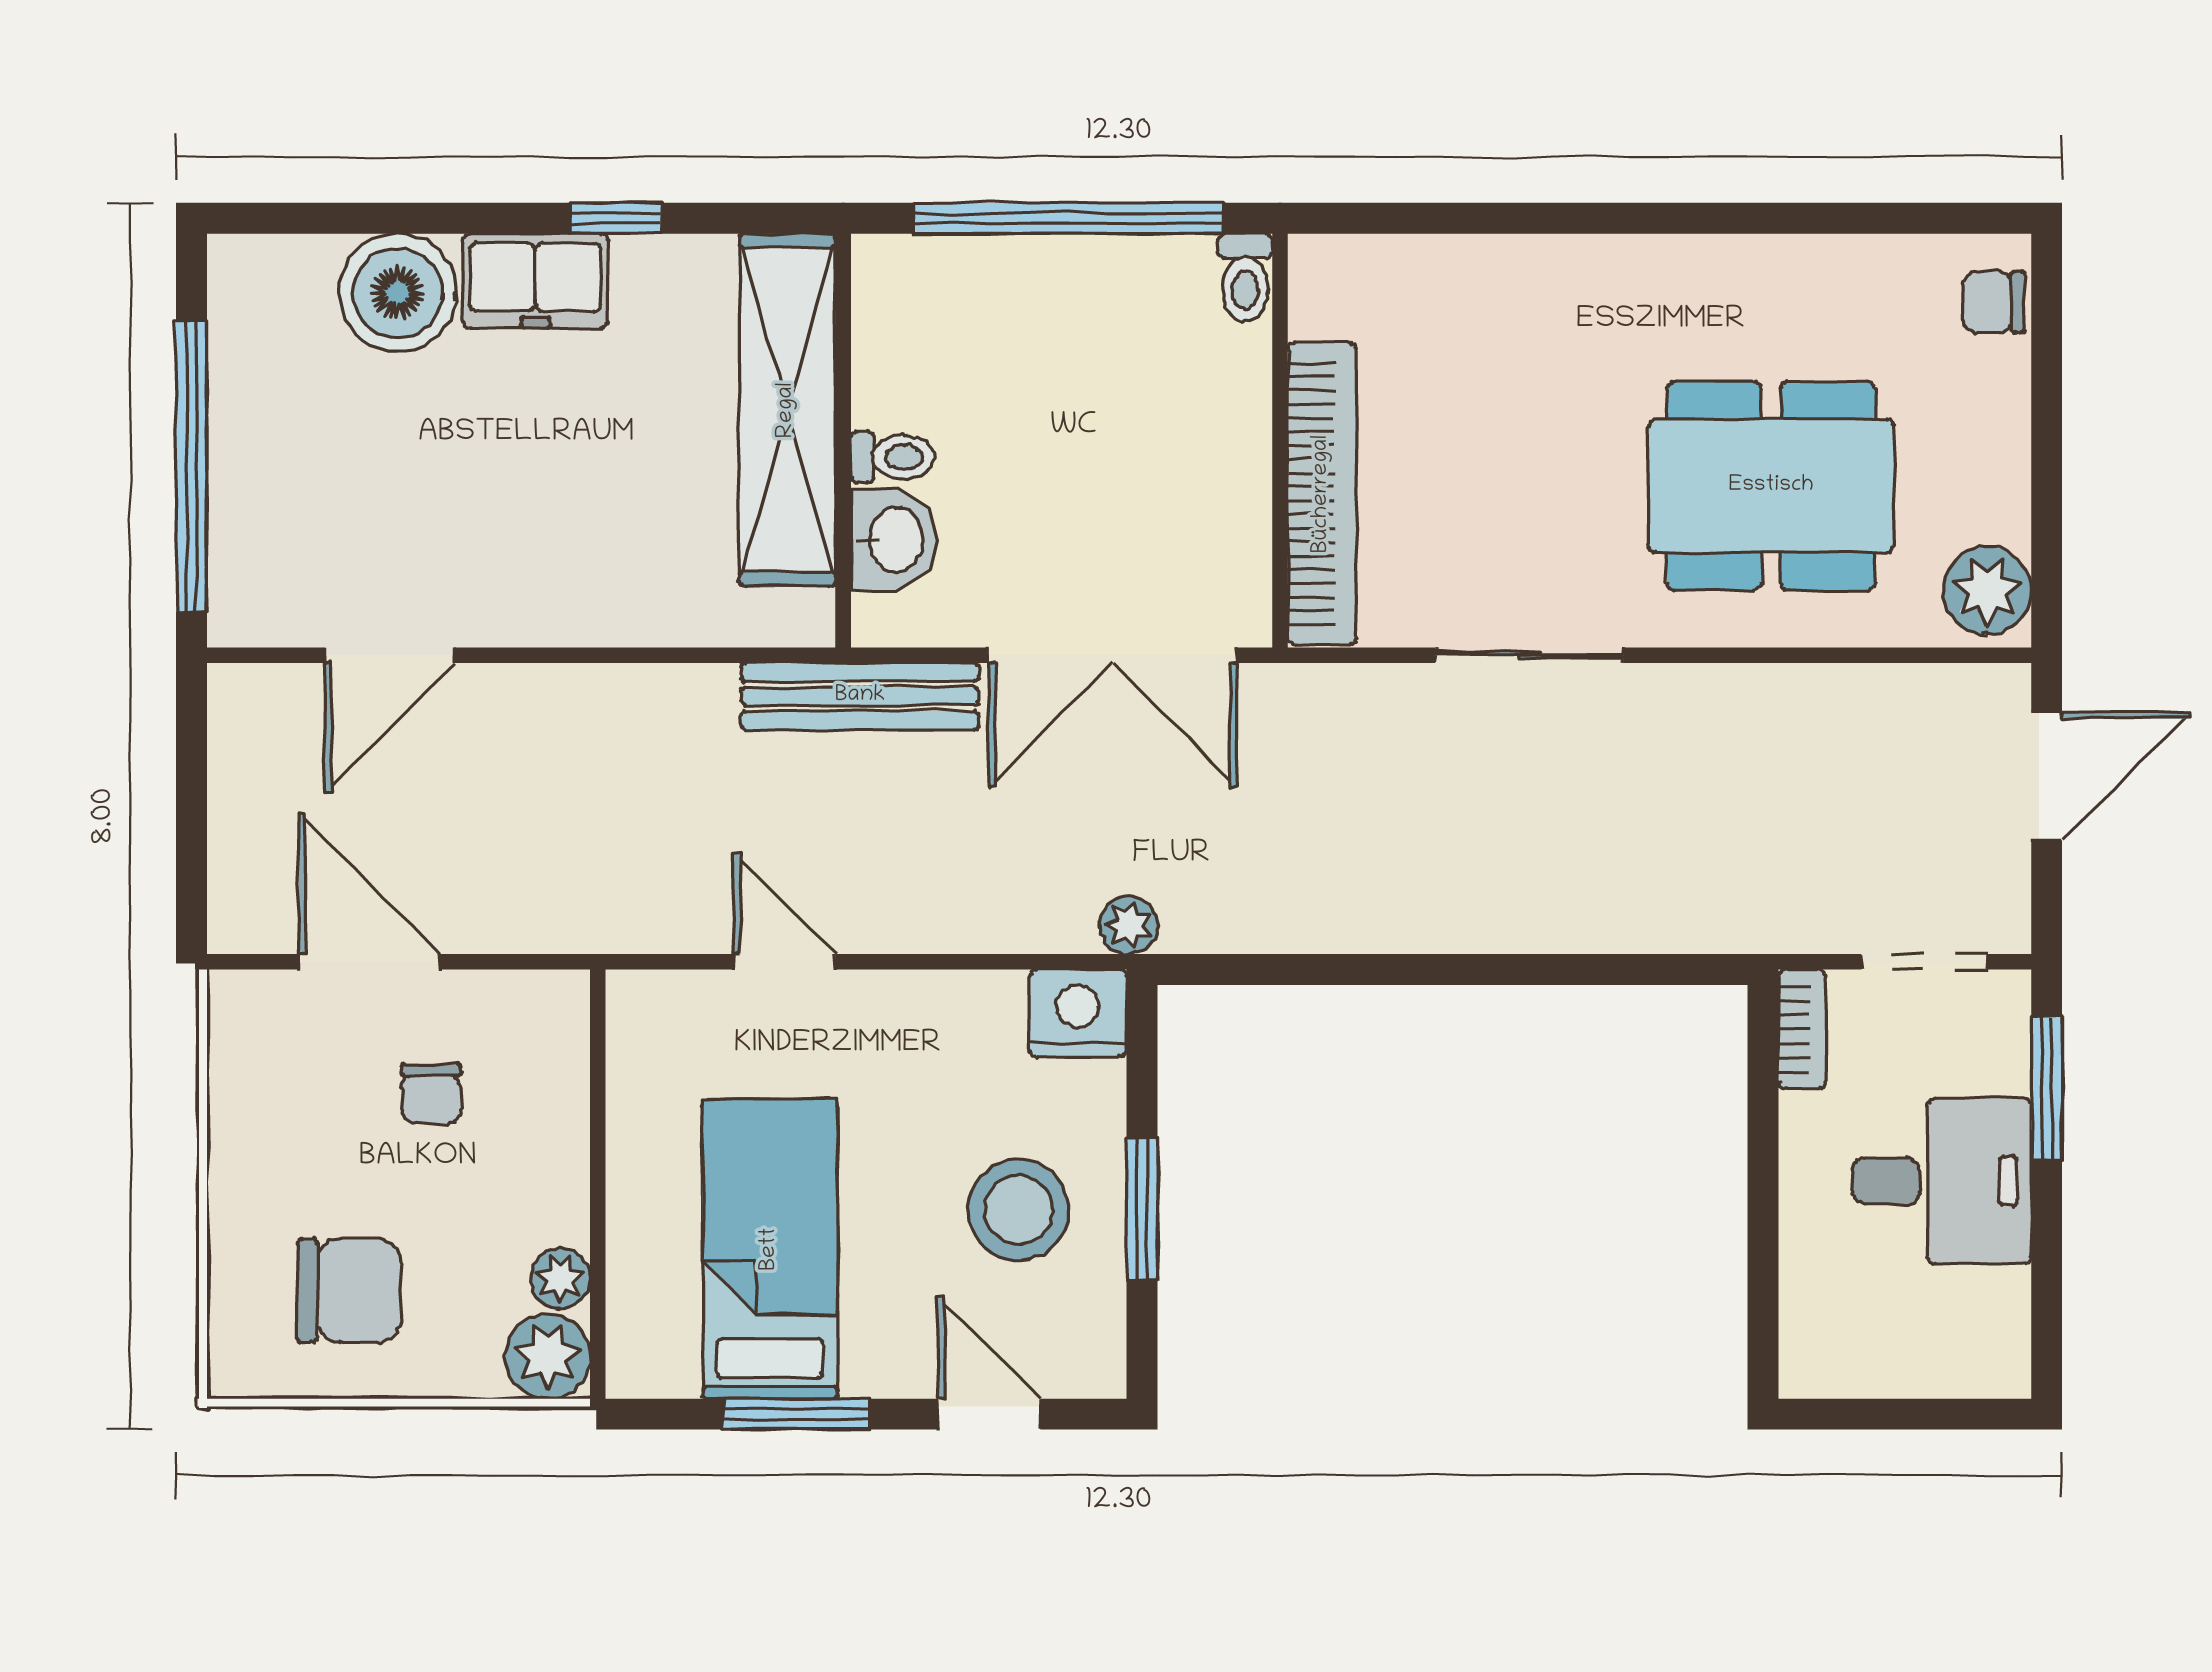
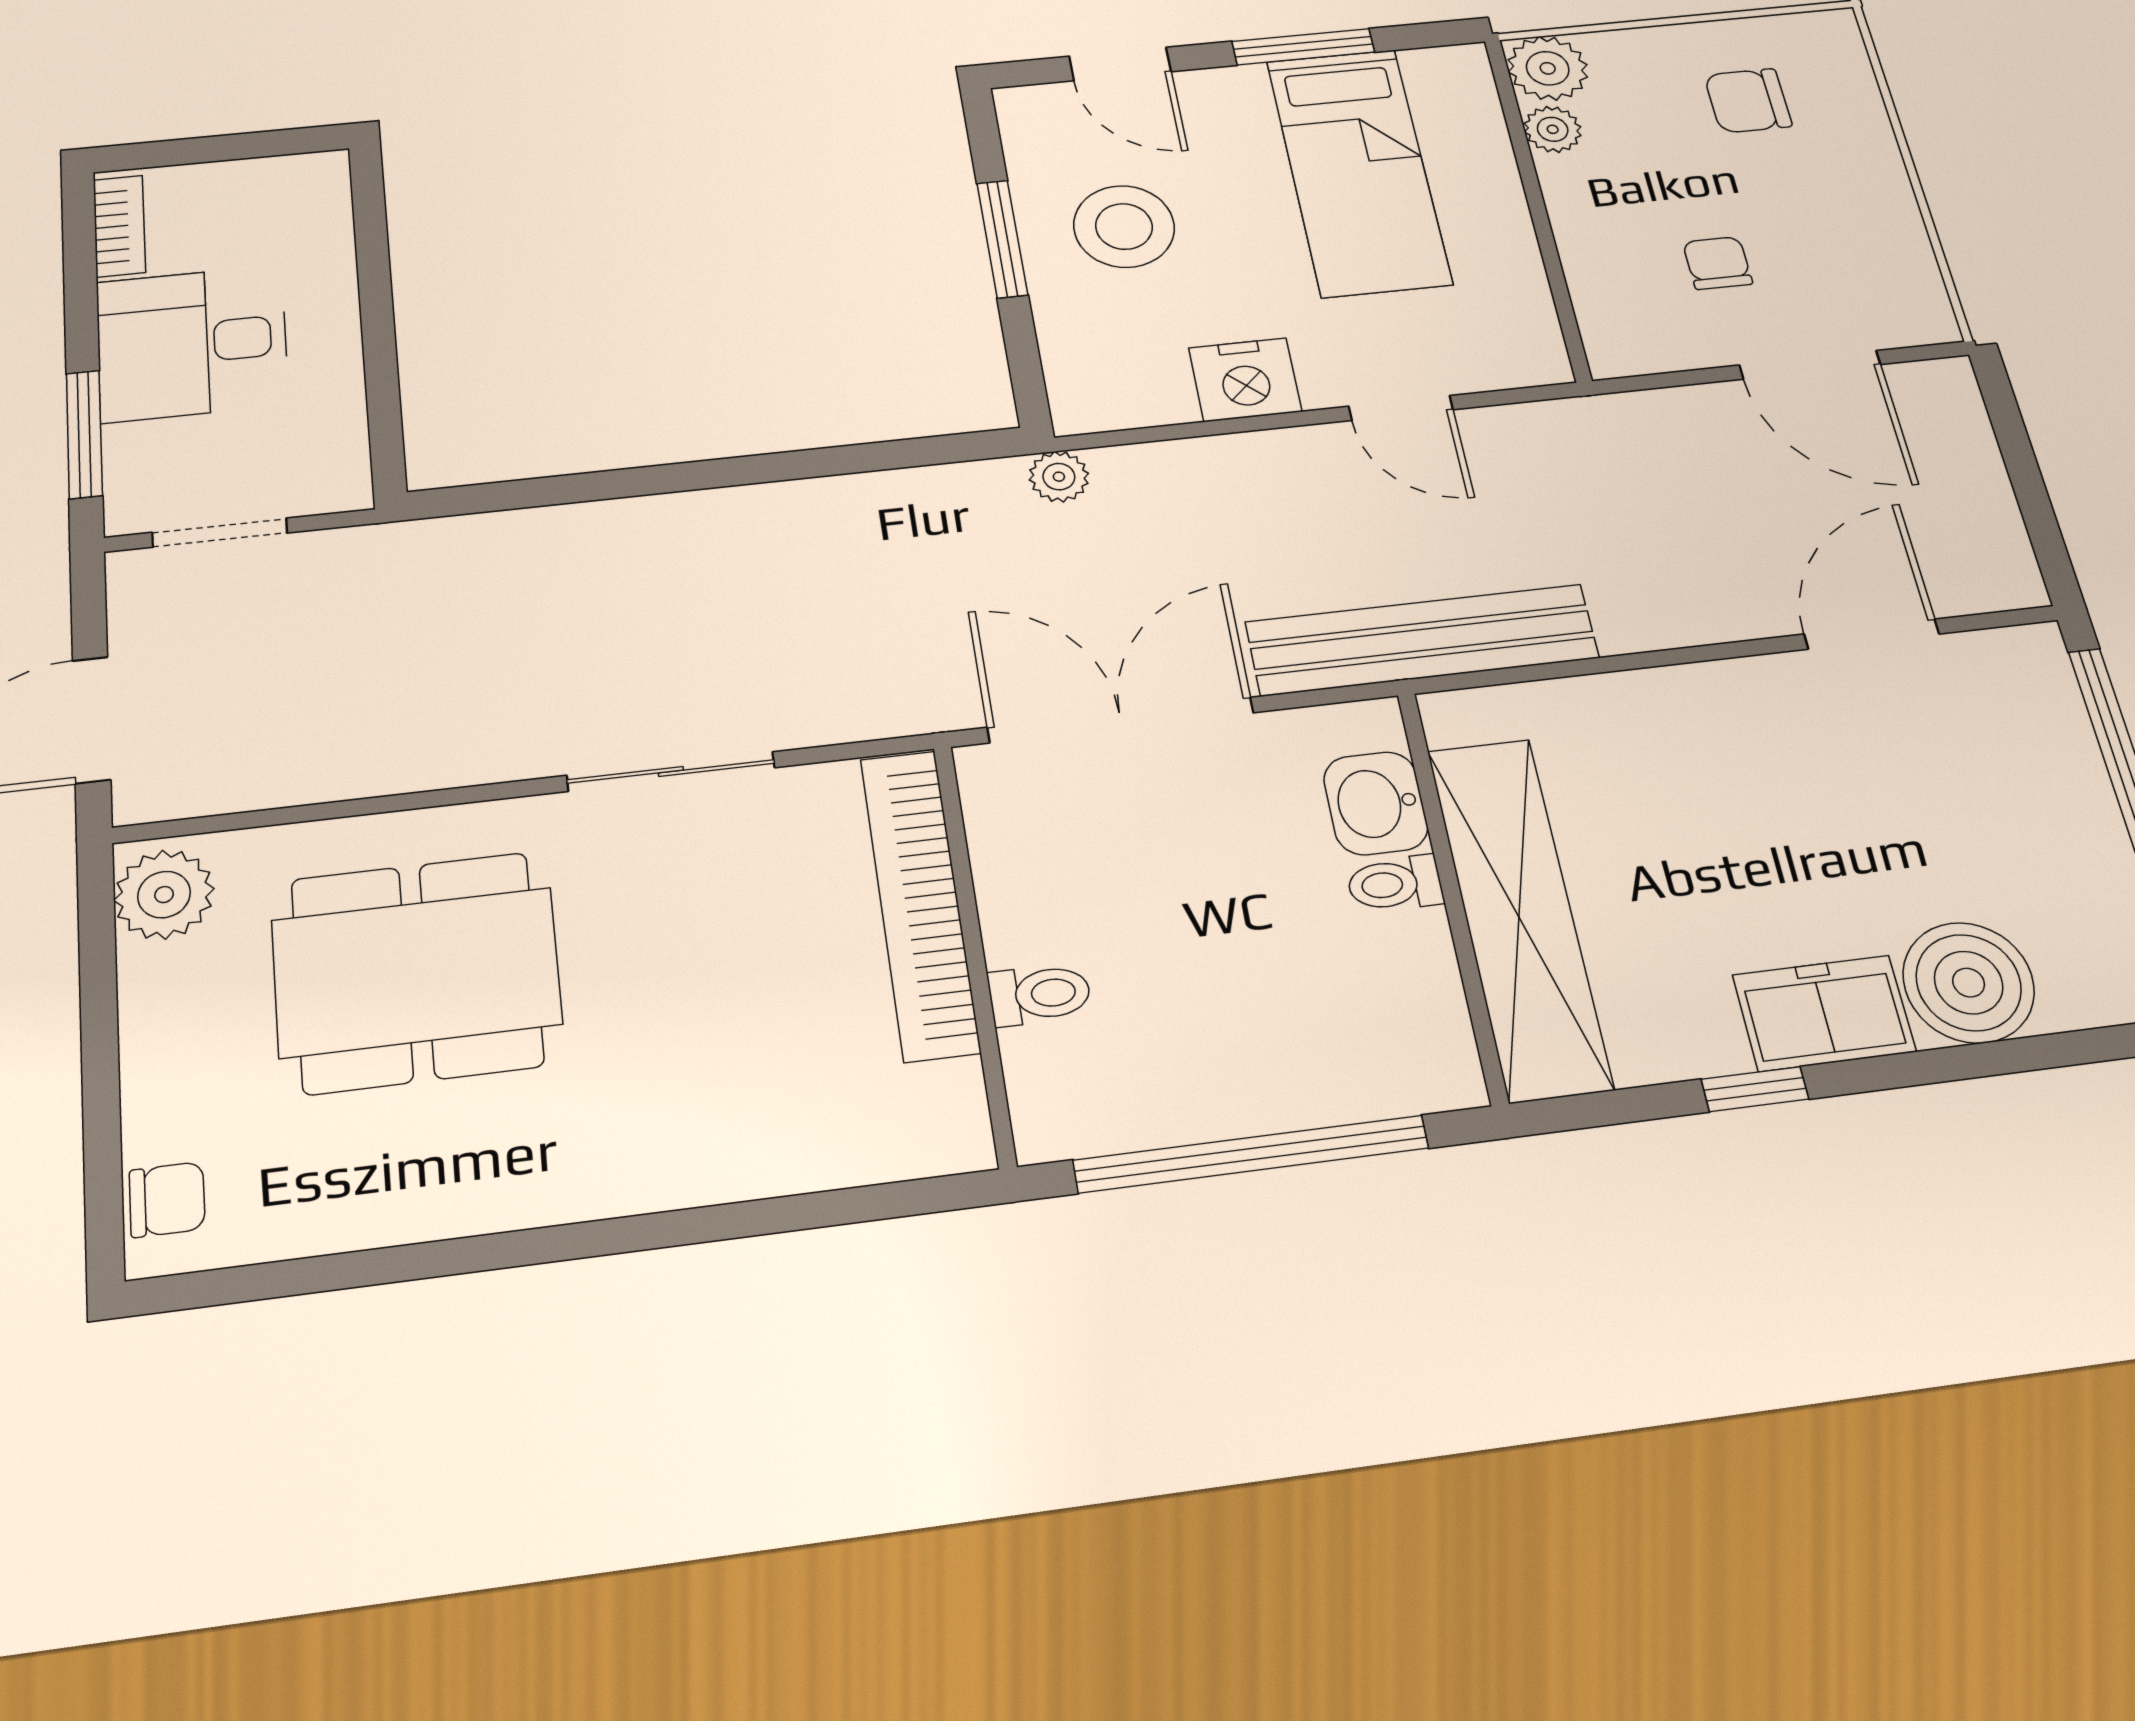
toilet: (1245, 278) -> (1040, 994), moved, turned 90
bench: (860, 696) -> (1422, 640), width x1.37, depth x1.21
nightstand: (1078, 1013) -> (1245, 380), moved
bookcase: (1802, 1029) -> (119, 226), moved, turned 180
chair: (349, 1290) -> (1748, 101), width x0.73, depth x0.73

